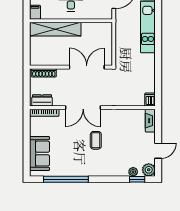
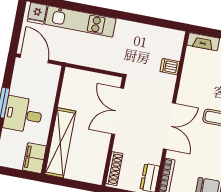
filing cabinet: (35, 12) -> (34, 158), width x2.00
dishwasher: (150, 100) -> (170, 67), moved

